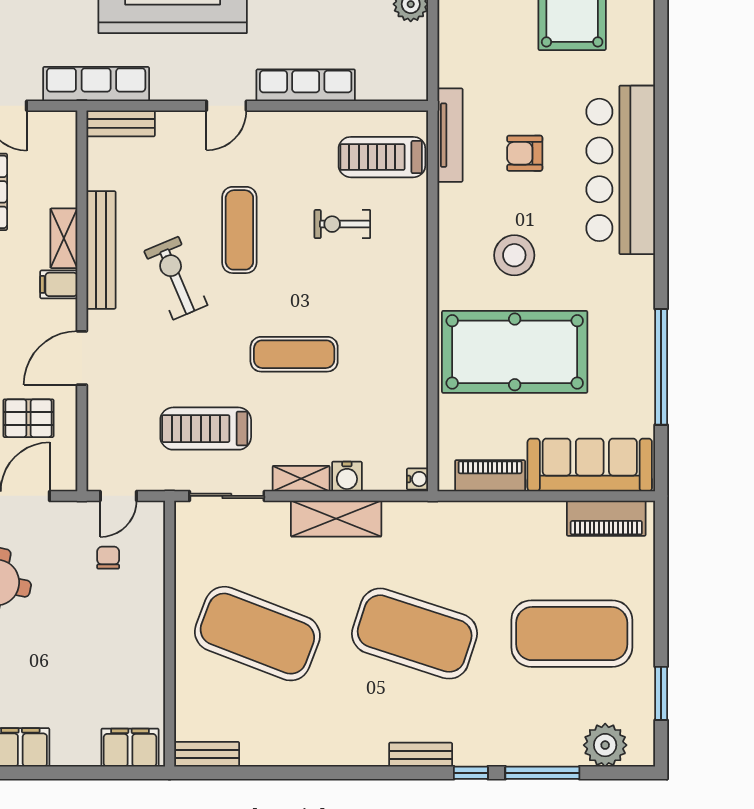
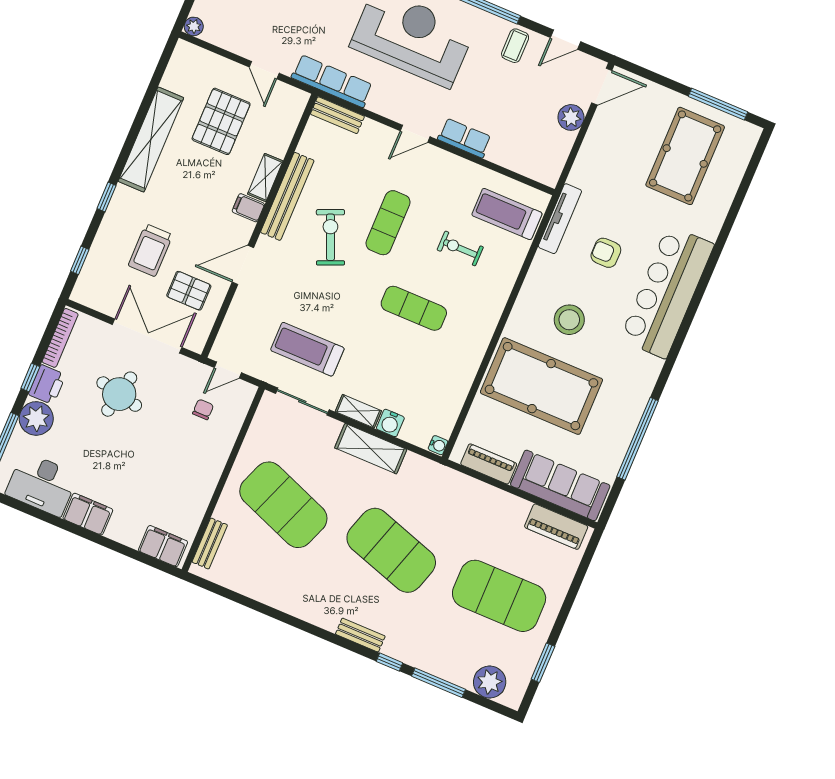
row of seats: (306, 85) -> (464, 138), width x0.68
exercise mat: (294, 354) -> (414, 308), moved
bench: (207, 754) -> (210, 544), moved, turned 90

